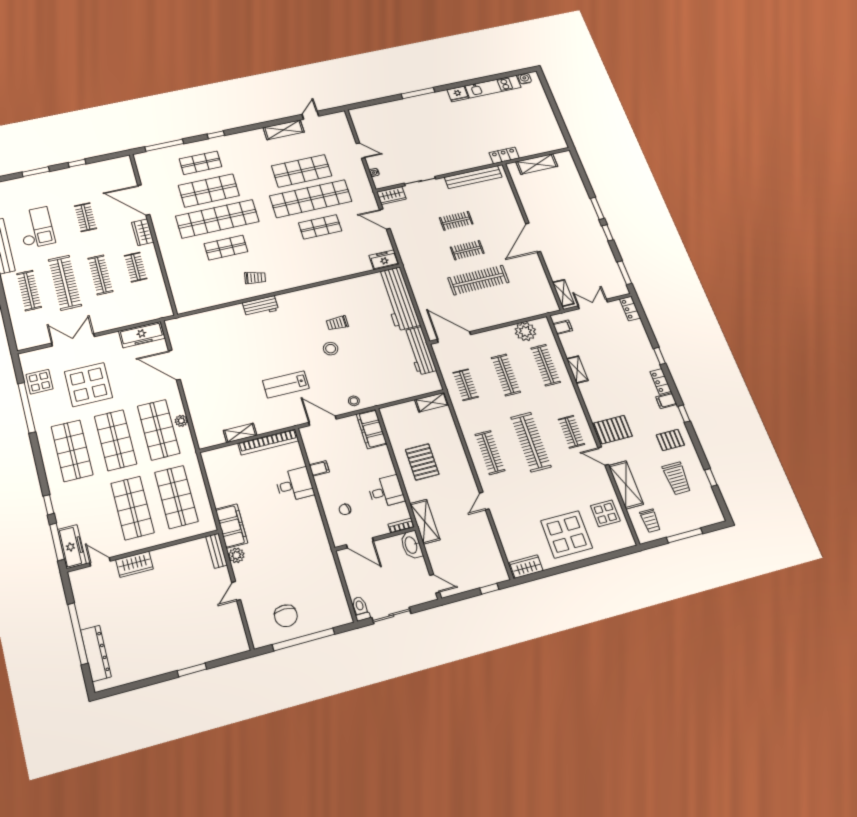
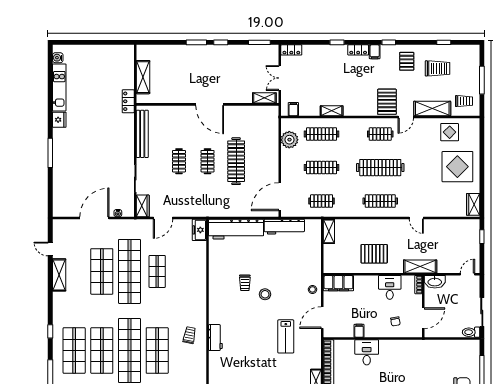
door: (360, 151) -> (94, 218), width x1.88
shop shelf: (200, 163) -> (74, 350), width x1.43, depth x1.36
shop shelf: (226, 248) -> (157, 350), width x1.43, depth x1.36

